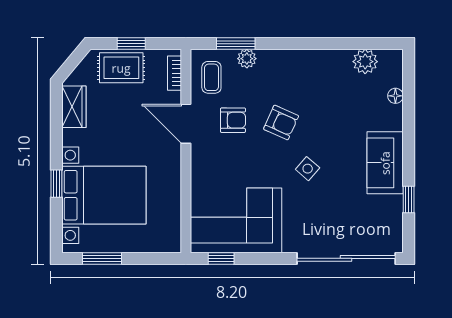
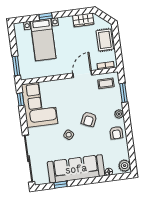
window: (131, 44) -> (117, 43), removed
plant: (247, 59) -> (119, 114), moved
plant: (365, 62) -> (125, 166), moved
armchair: (233, 120) -> (116, 133), moved
sofa: (385, 163) -> (76, 169), width x1.85, depth x1.27
bed with nightstands: (104, 195) -> (43, 40), width x0.73
window: (102, 258) -> (16, 66), moved

